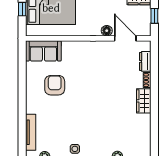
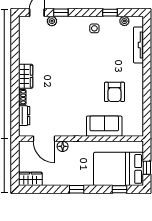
window: (154, 16) -> (15, 161), removed
sofa: (43, 51) -> (104, 126), moved

